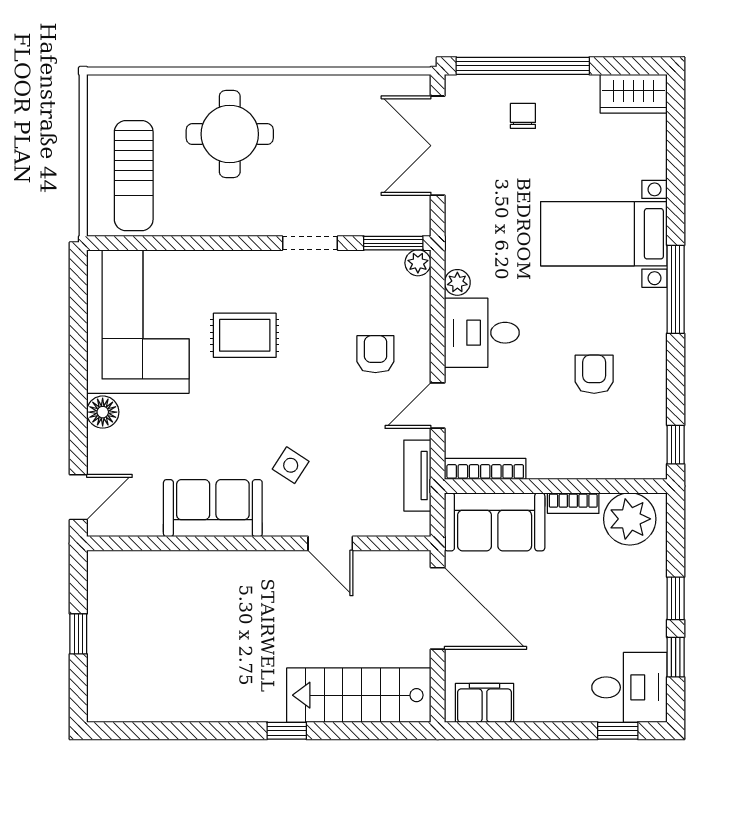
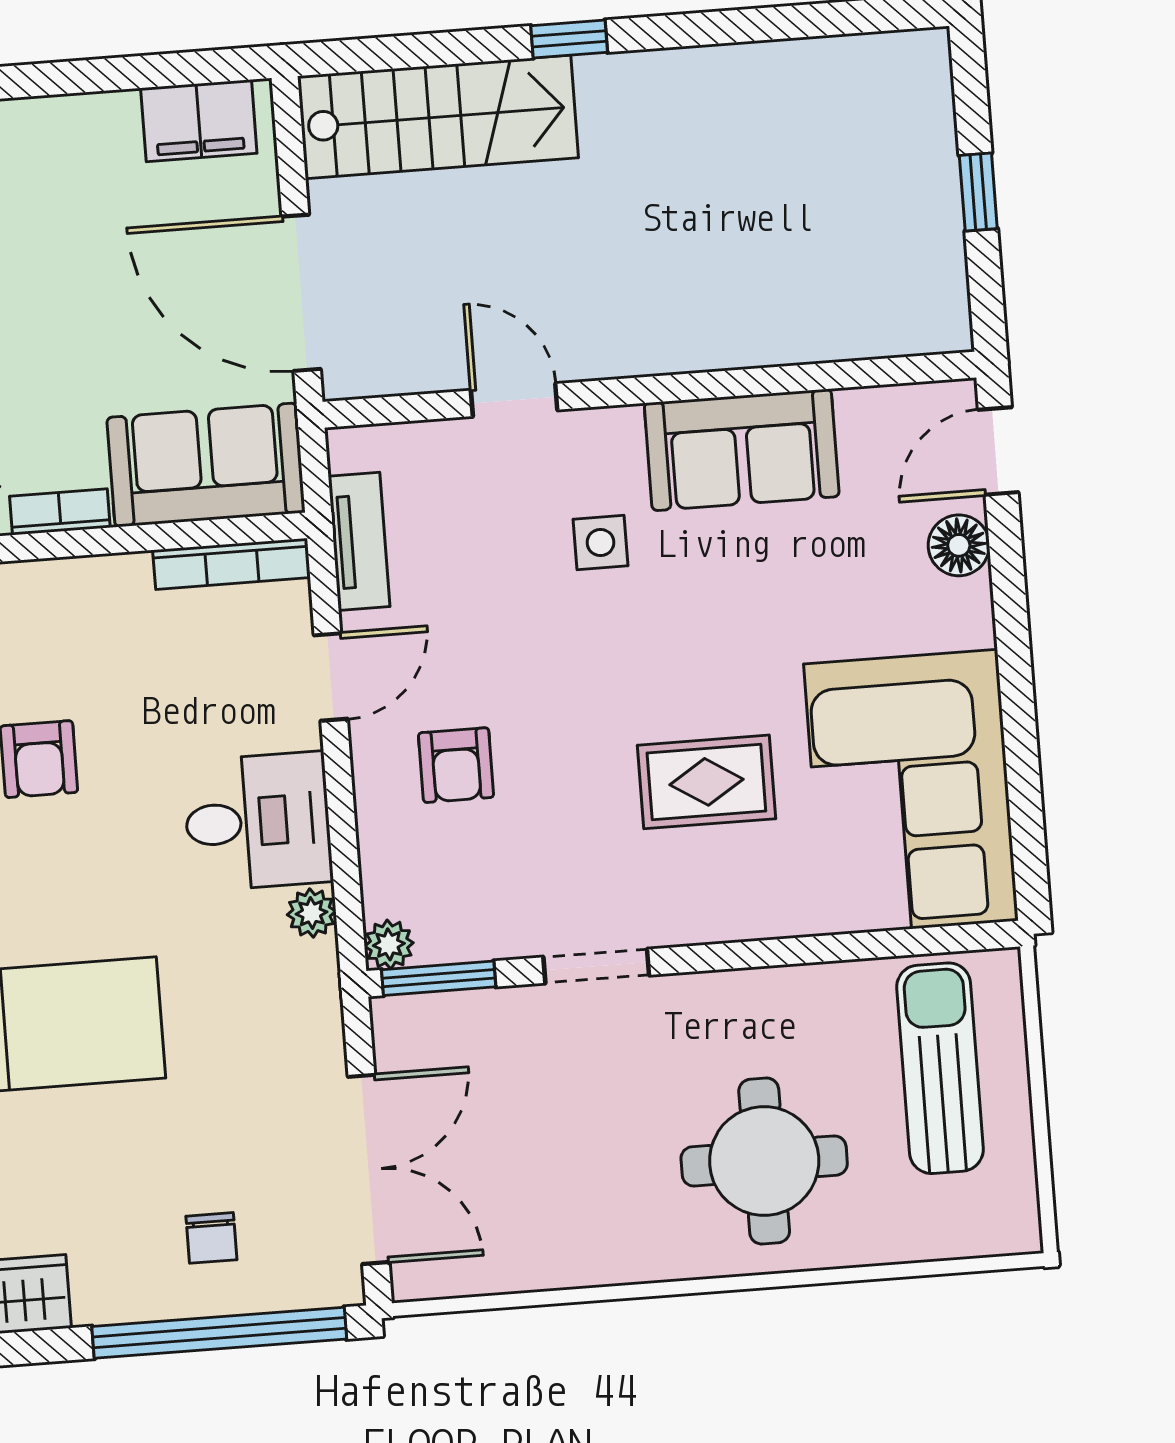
floor lamp: (103, 412) -> (959, 545), moved
side table: (291, 465) -> (600, 543), turned -33

